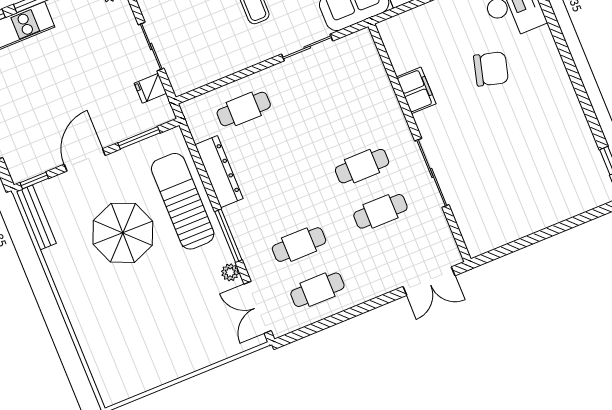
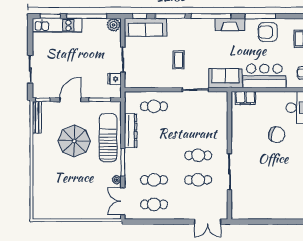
filing cabinet: (416, 90) -> (245, 98), moved, turned 90

